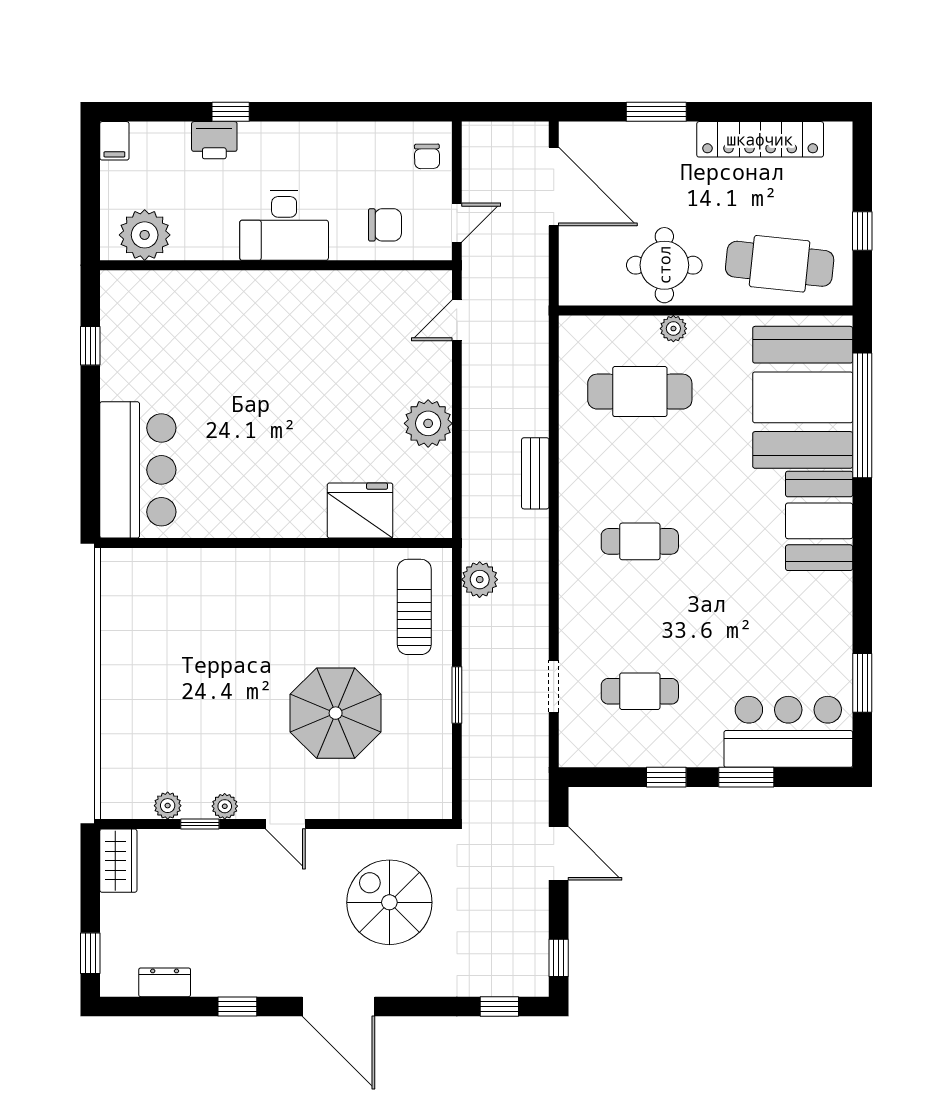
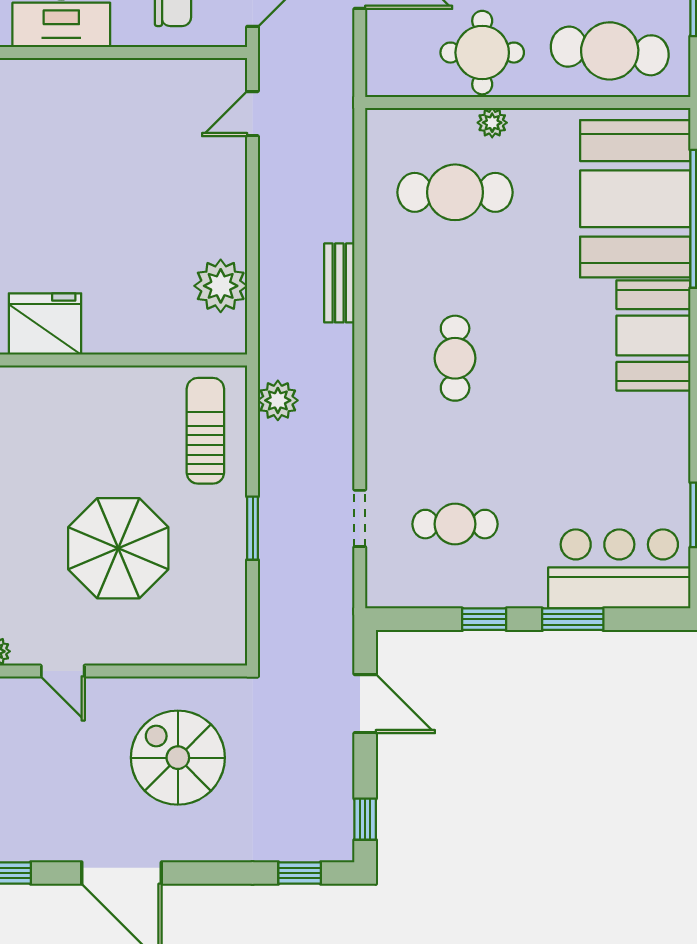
plant: (428, 423) -> (221, 286), moved
fridge: (360, 510) -> (45, 324), moved
cafe table: (640, 541) -> (455, 358), turned 90

